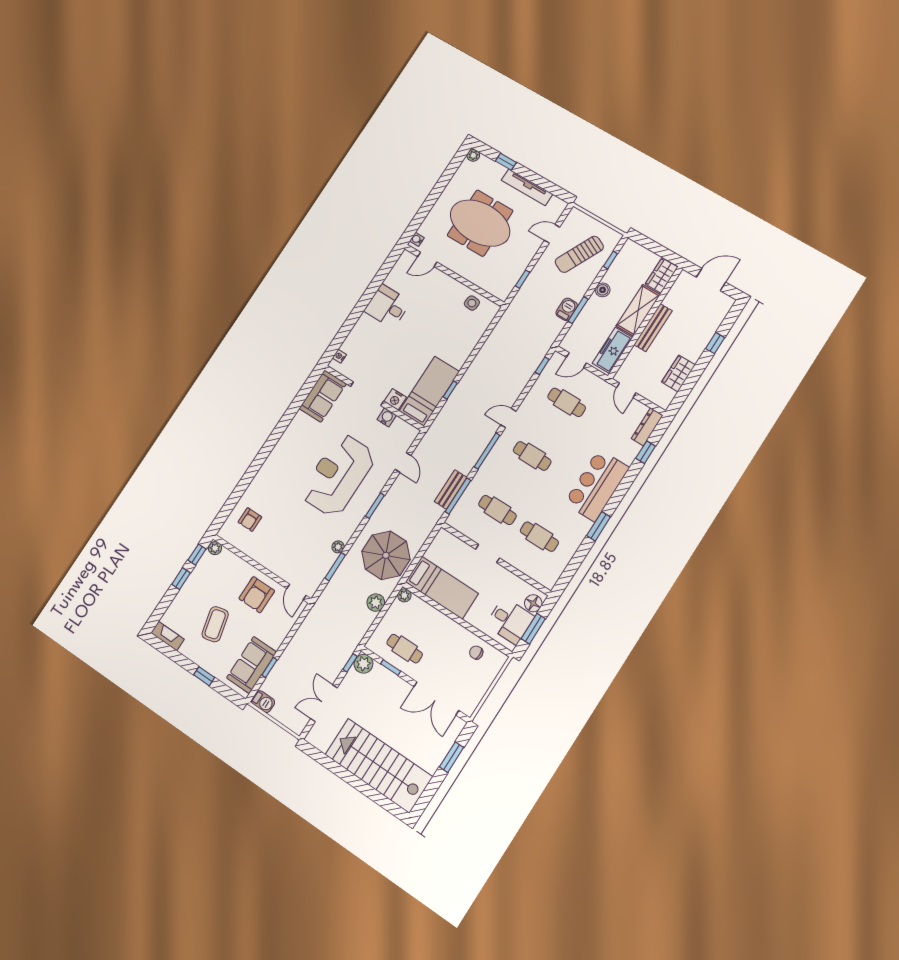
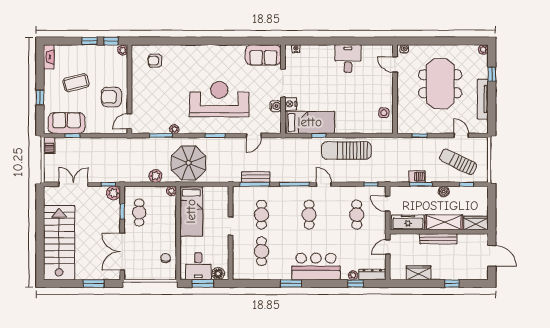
sun lounger: (487, 370) -> (346, 150), added
plant: (634, 449) -> (353, 275), added

